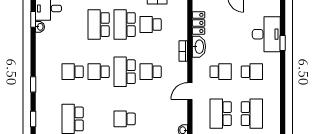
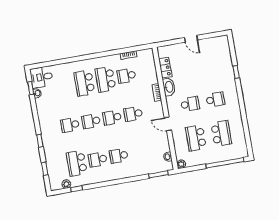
desk: (266, 34) -> (222, 67), removed
school desk: (125, 72) -> (112, 118), width x0.54
door: (190, 91) -> (168, 124), hinge flipped
school desk: (99, 119) -> (98, 159), added

